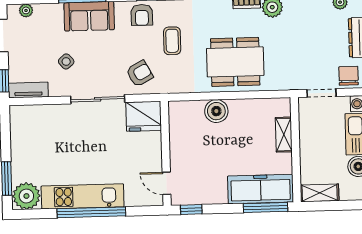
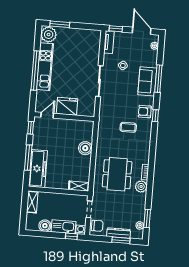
dining table: (235, 62) -> (117, 174), moved
armchair: (140, 74) -> (111, 107), removed
fridge: (144, 116) -> (67, 106), moved, turned 90
shelving: (284, 135) -> (79, 186), moved
window: (266, 207) -> (28, 158), moved

